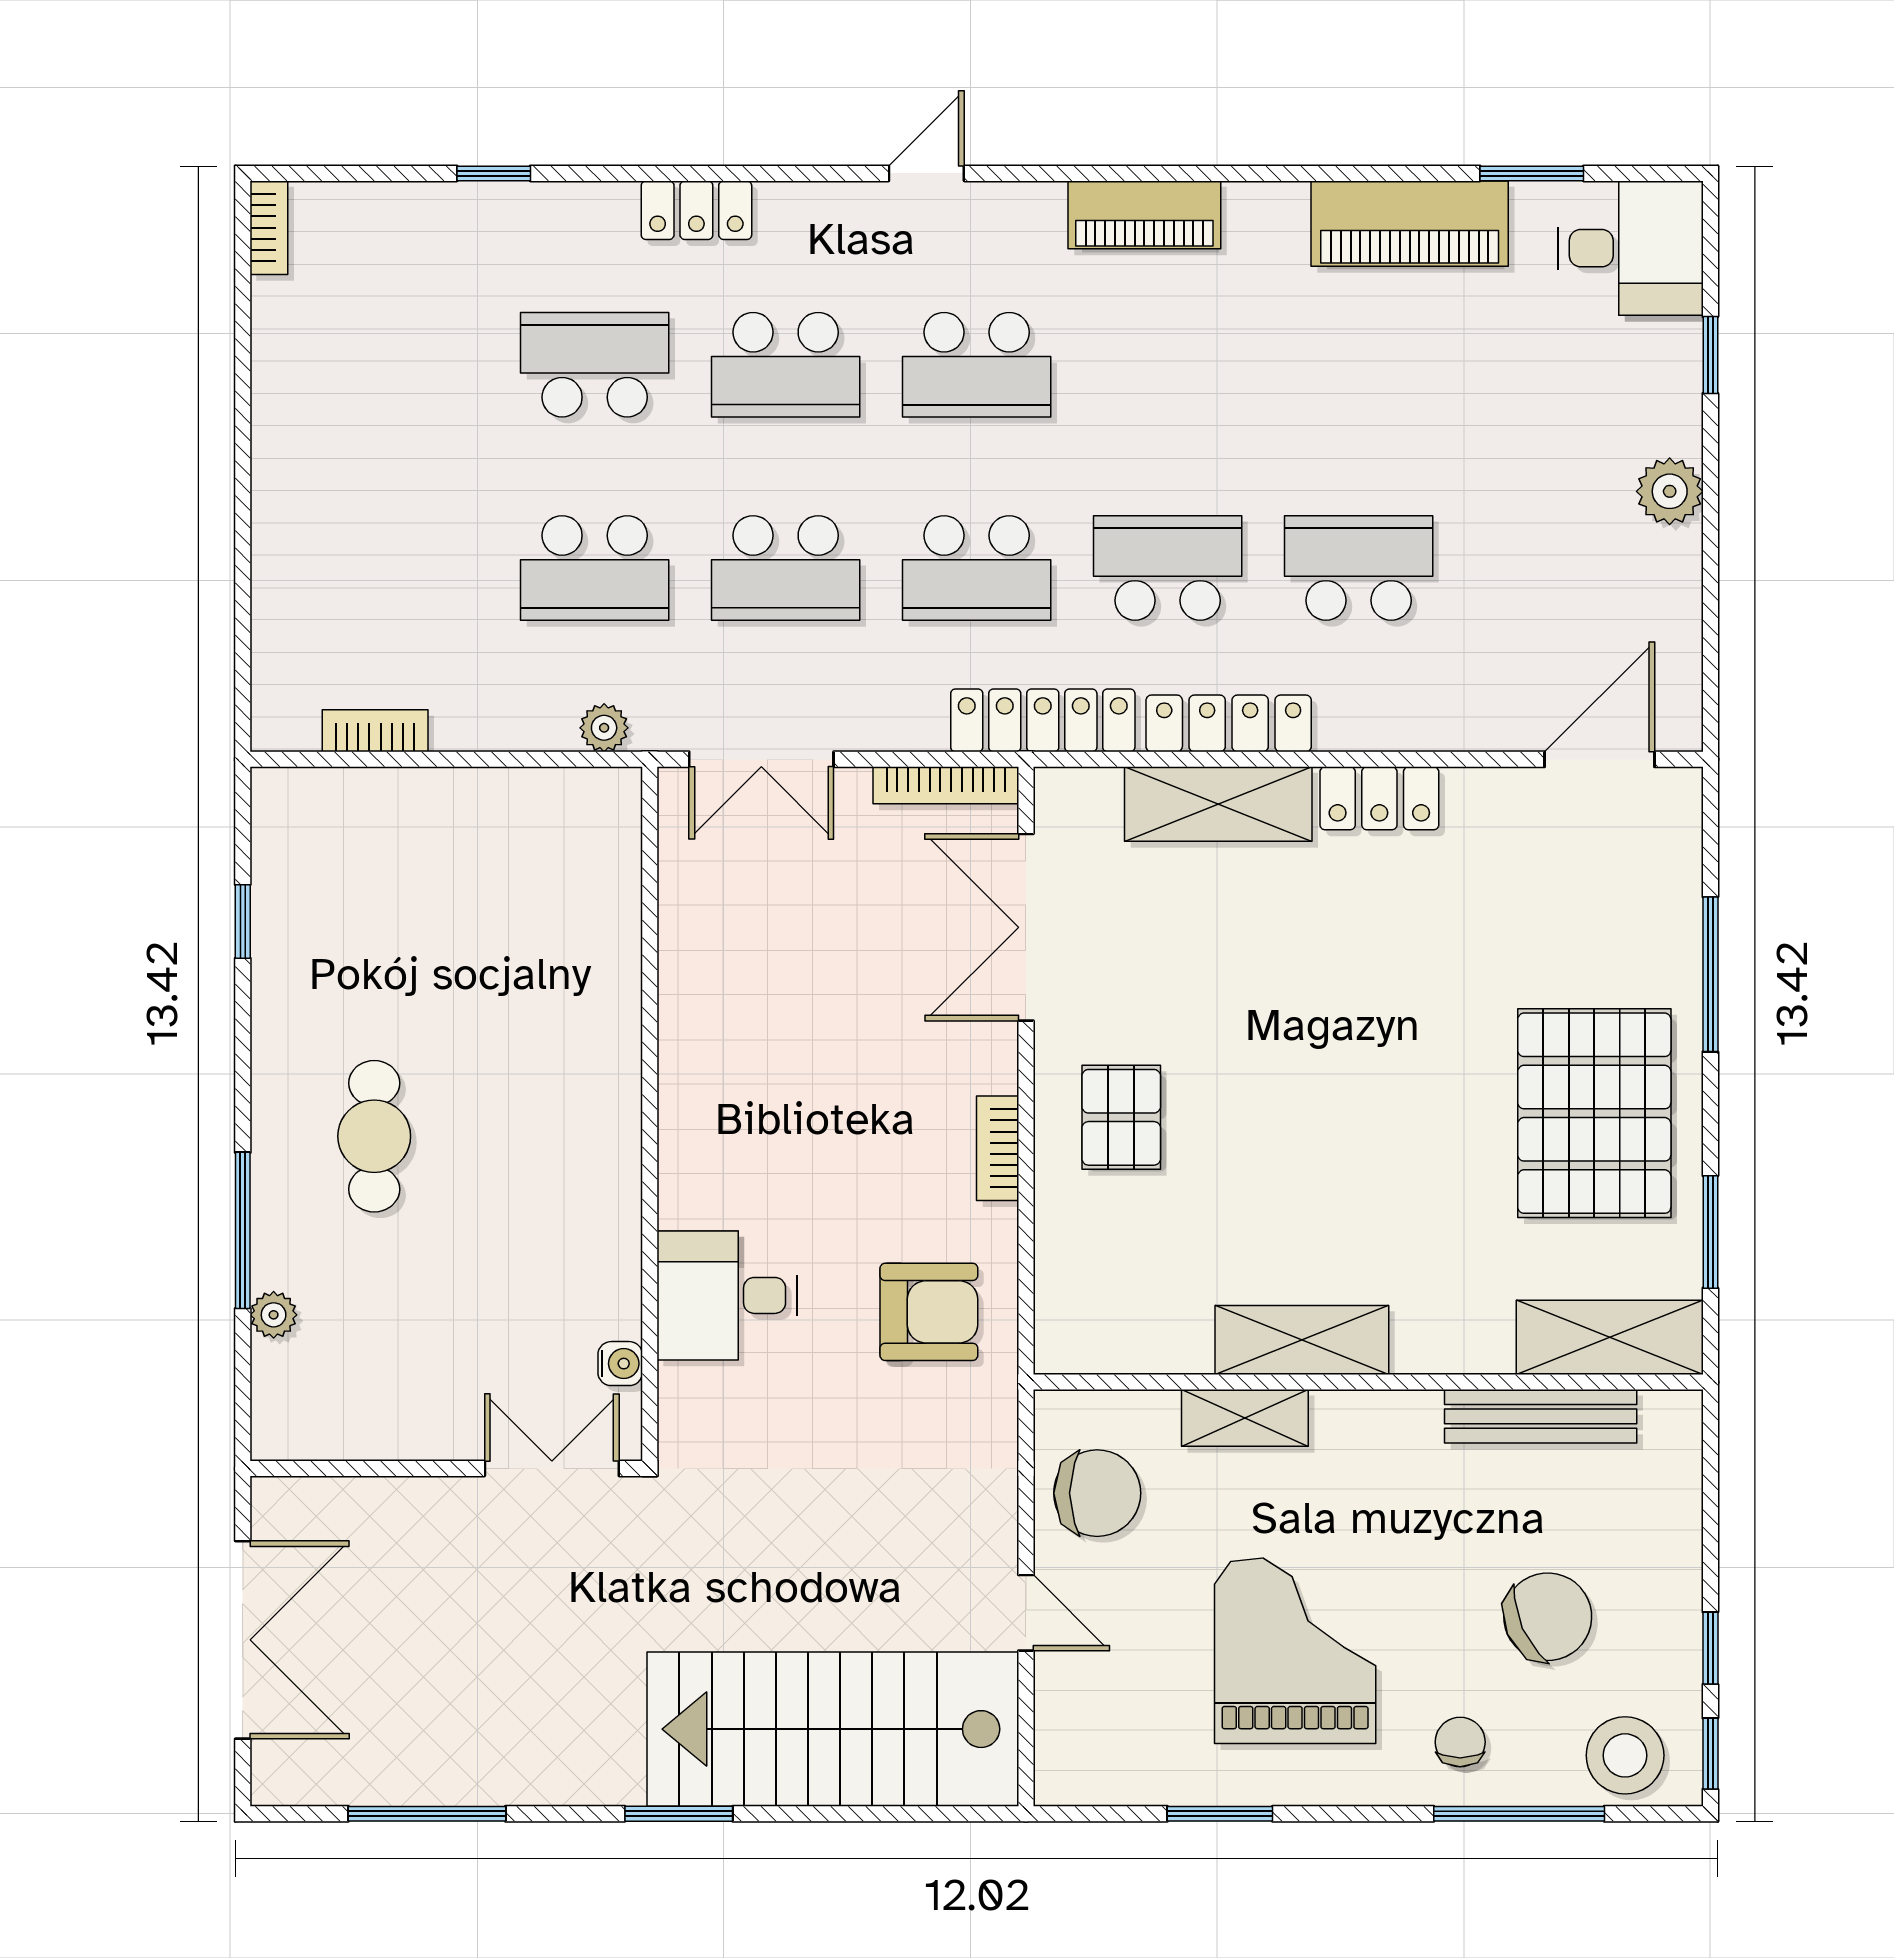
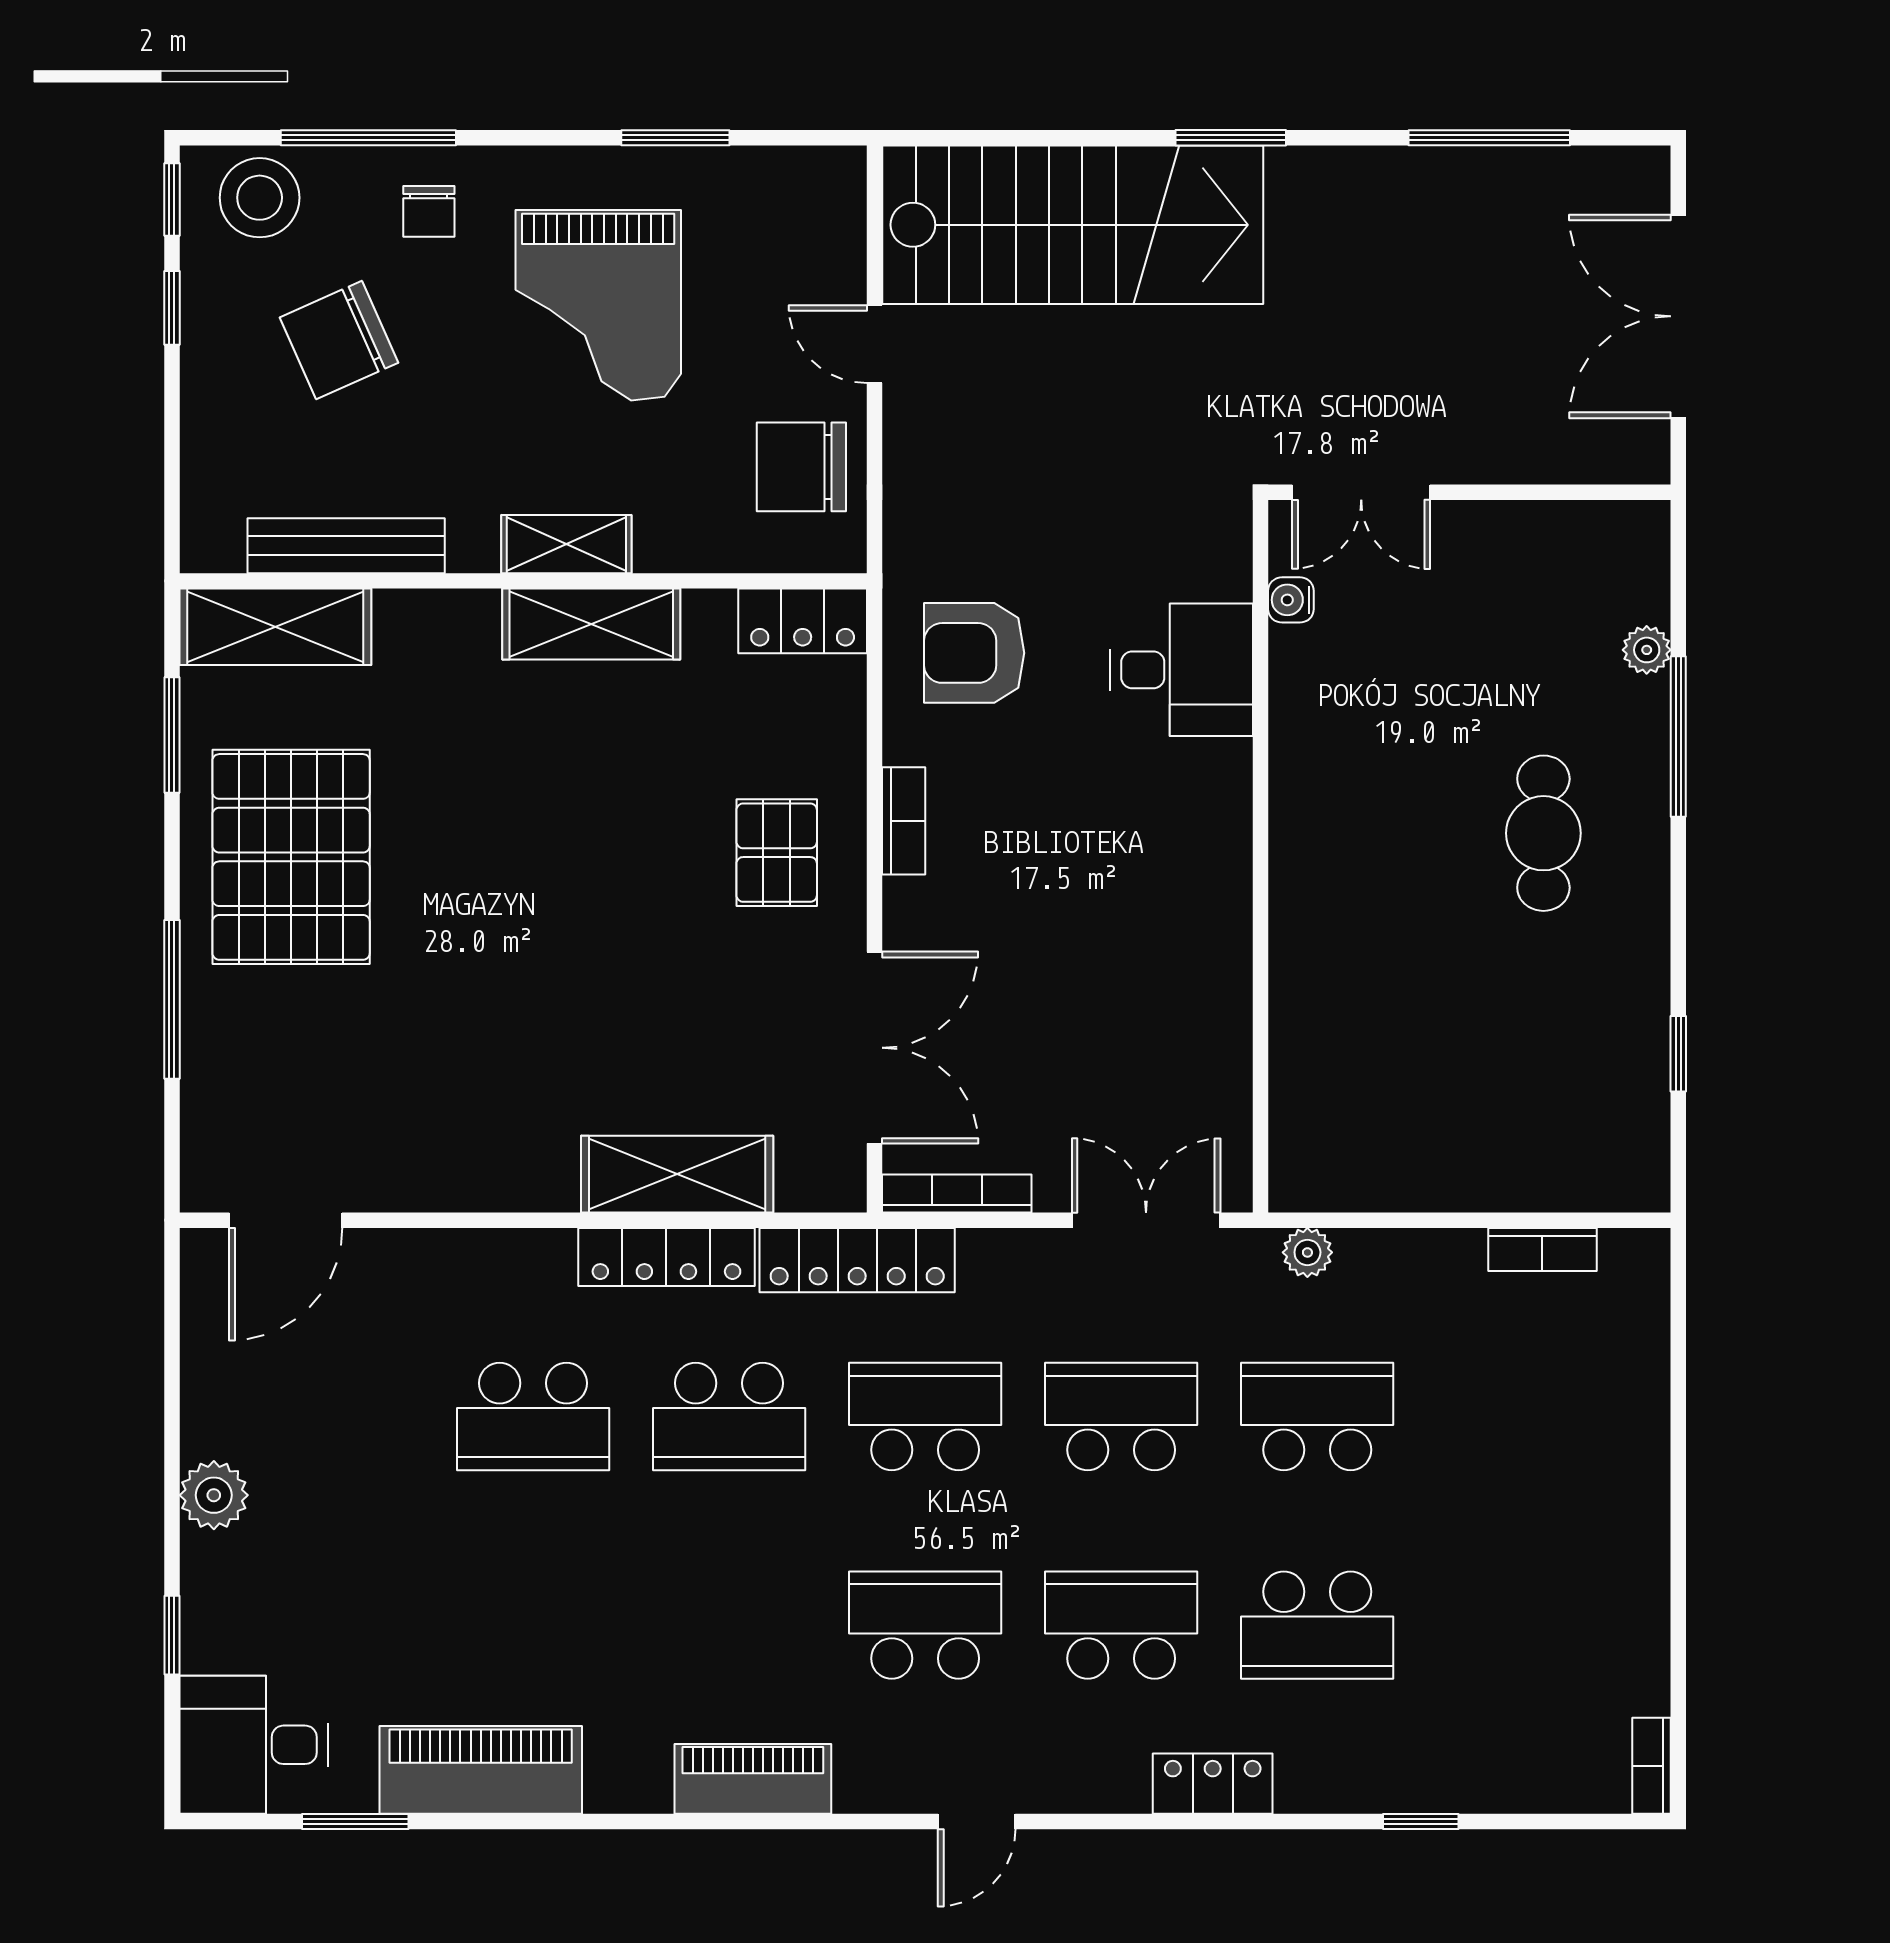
locker: (1379, 798) -> (803, 621), moved, turned 180
shelving: (1245, 1418) -> (566, 544), moved

